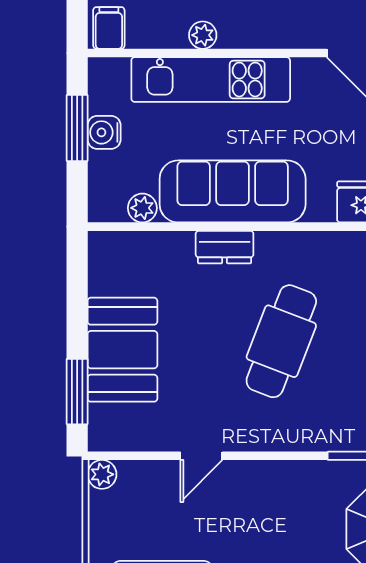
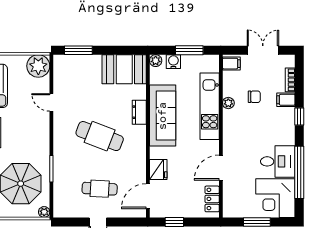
water cooler: (104, 132) -> (173, 62), moved
plant: (142, 208) -> (156, 61), moved
booth: (122, 350) -> (124, 69), moved
plant: (102, 474) -> (38, 66), width x1.87, depth x1.87

